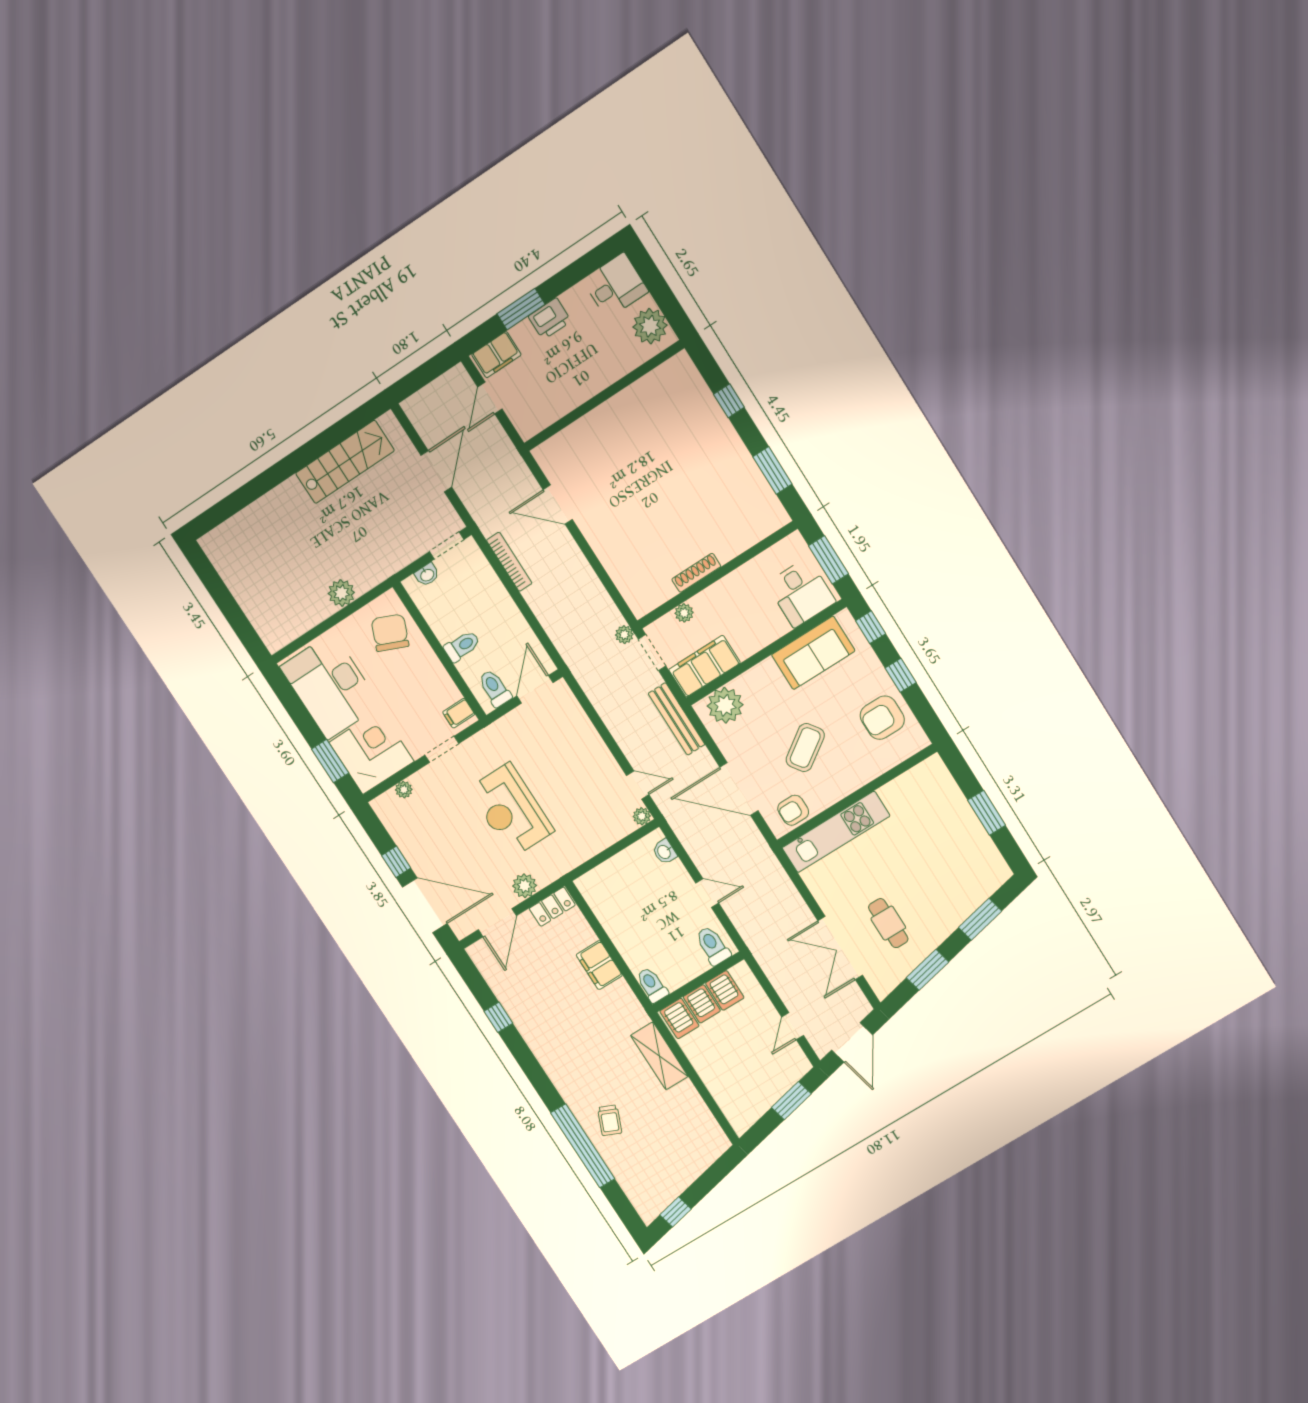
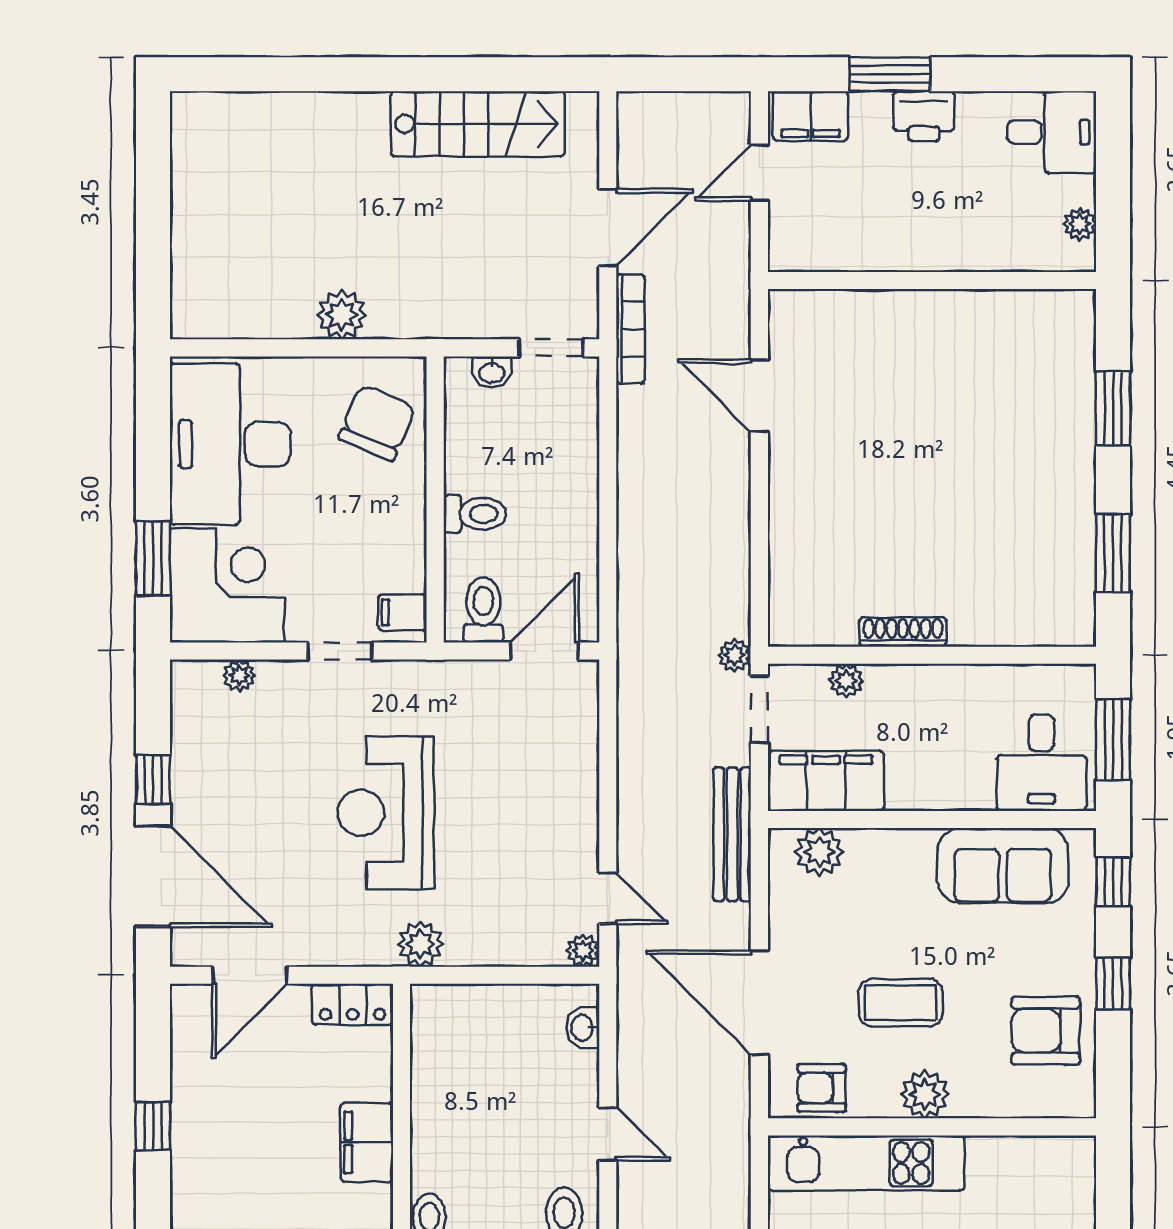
plant: (650, 326) -> (1080, 224), width x0.53, depth x0.53
window: (729, 401) -> (1113, 409), width x1.50
bookcase: (509, 562) -> (630, 329), moved
plant: (725, 705) -> (819, 852), width x0.73, depth x0.73
coffee table: (805, 748) -> (901, 1003), turned 35
plant: (844, 783) -> (925, 1094), added
plant: (525, 886) -> (420, 944), moved

